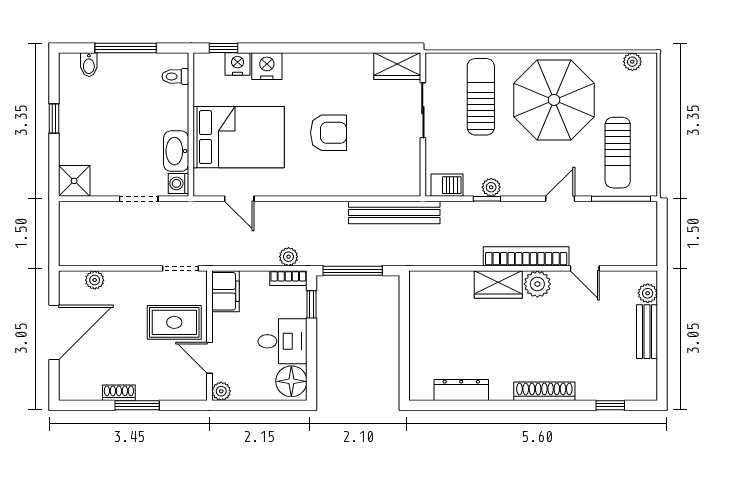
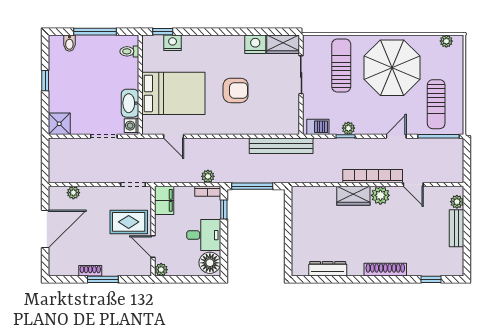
nightstand: (267, 66) -> (255, 44), moved

